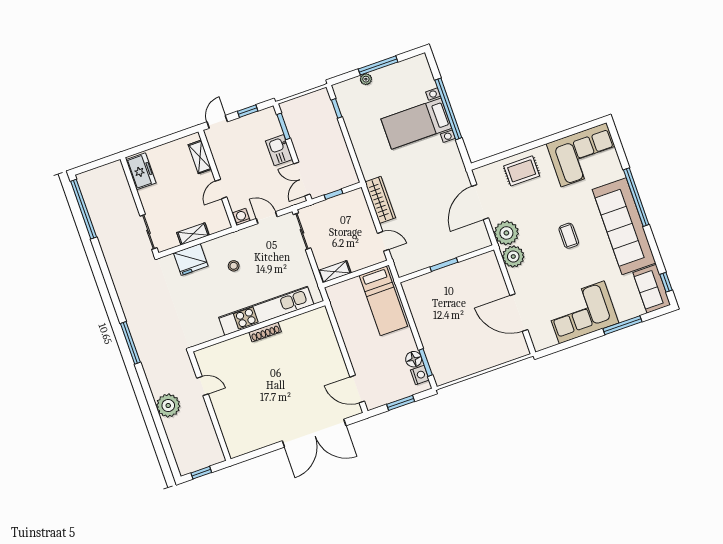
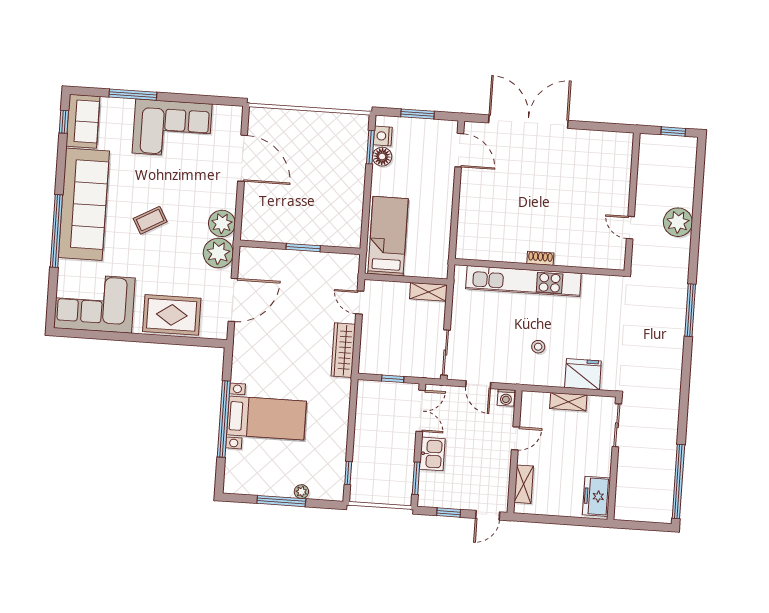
rug: (522, 171) -> (172, 315), width x1.36, depth x1.43
coffee table: (569, 236) -> (150, 220), turned 61
shoe rack: (265, 332) -> (540, 258), width x0.70

